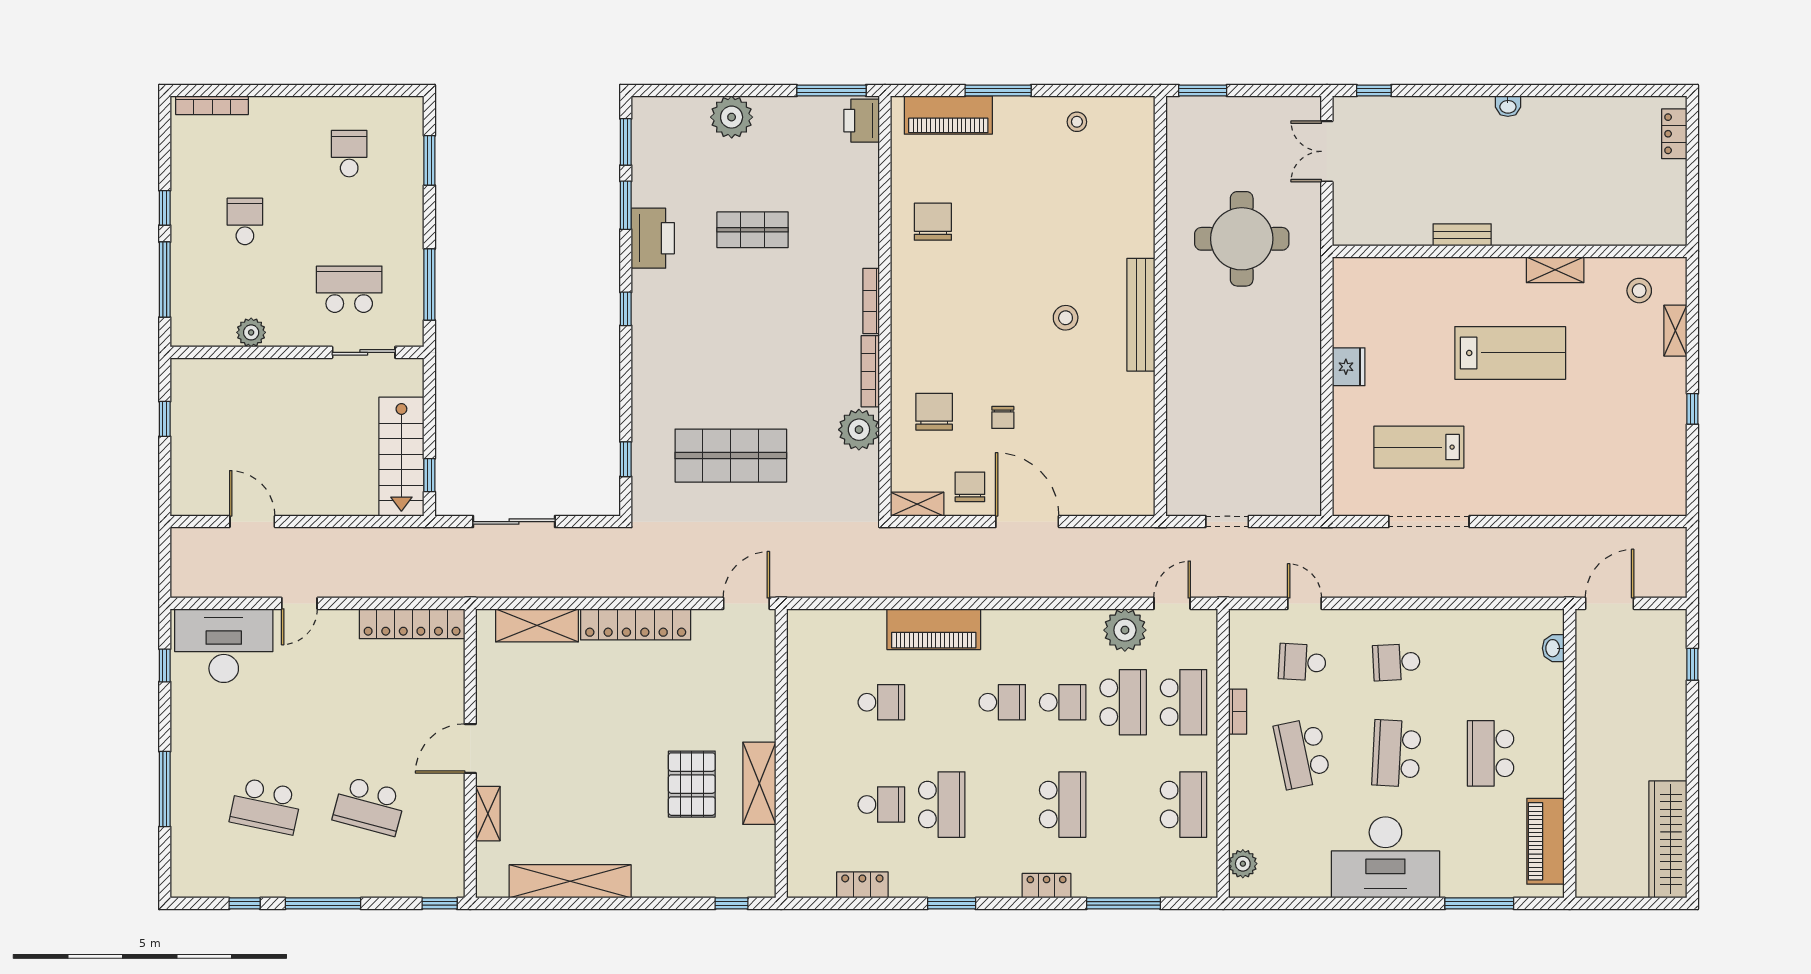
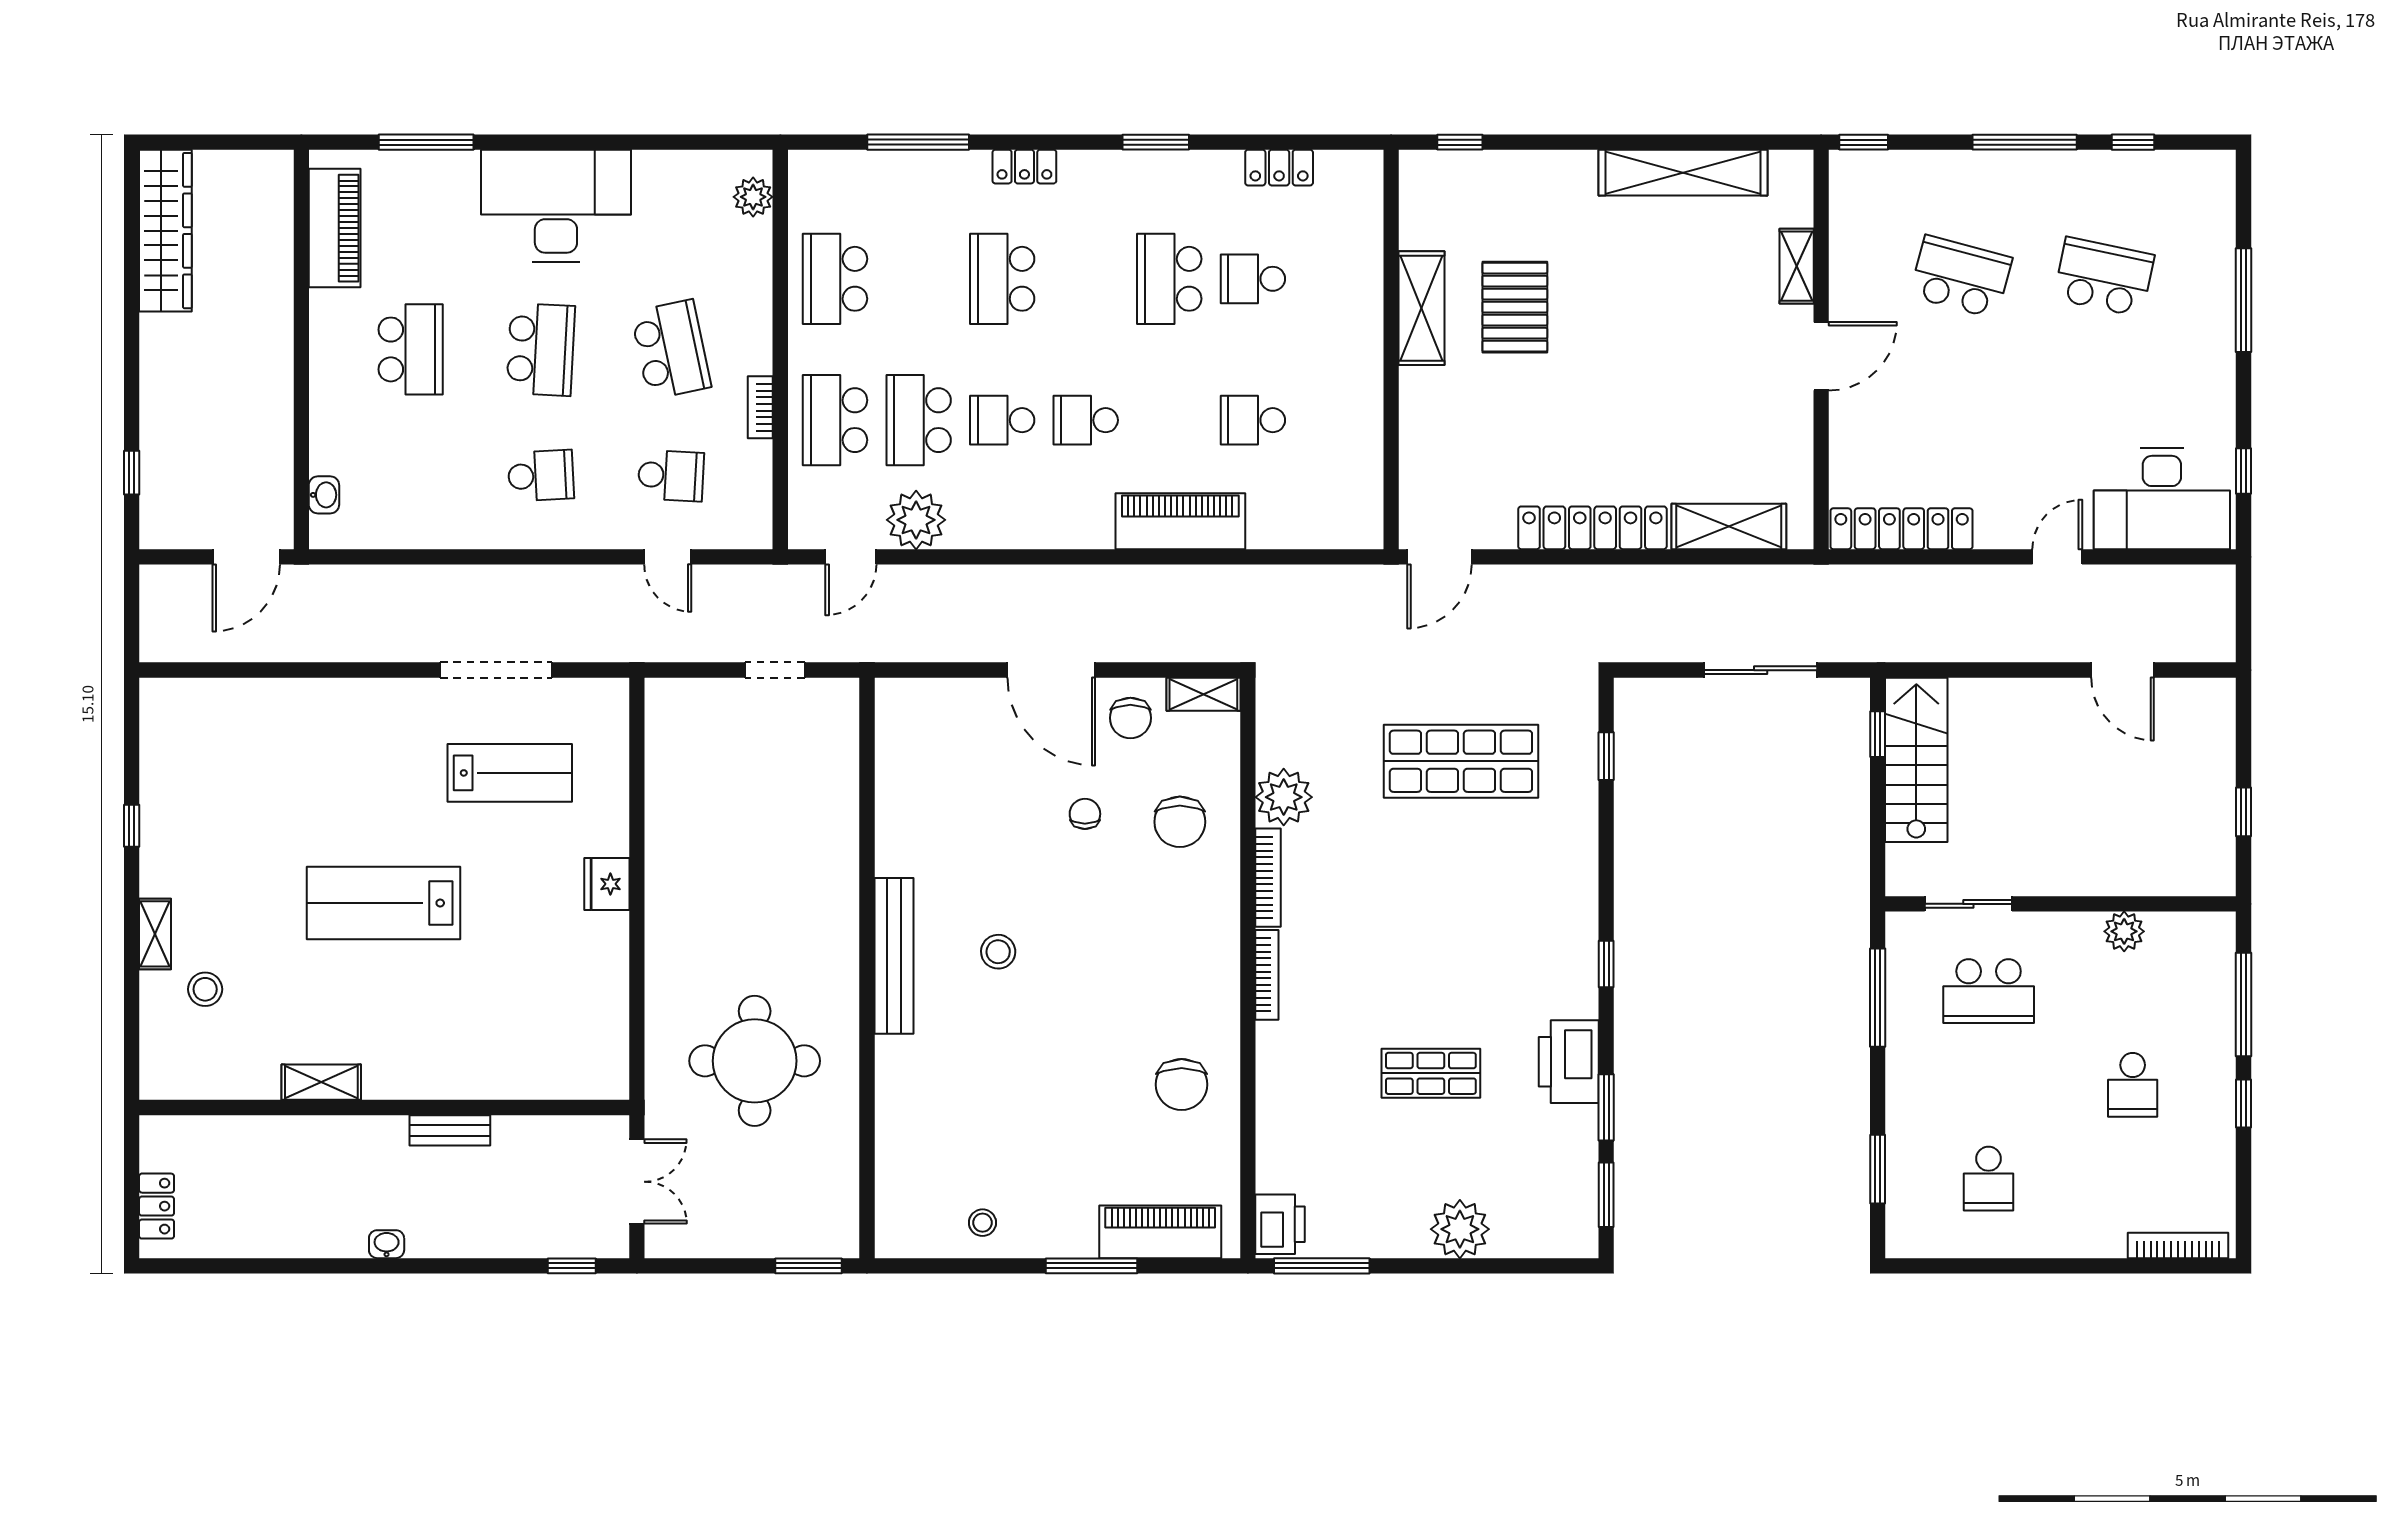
bench: (1462, 235) -> (450, 1130), moved
wall: (1510, 251) -> (384, 1107), moved
shelving: (1555, 270) -> (321, 1082), moved

